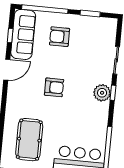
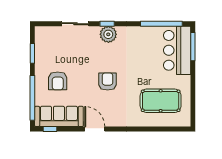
window: (10, 36) -> (50, 129), moved

